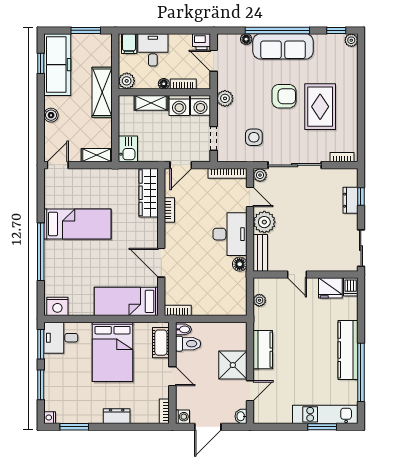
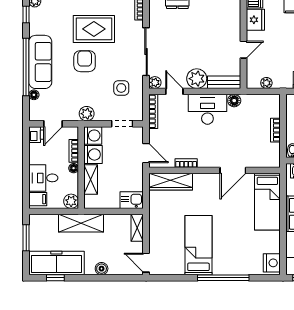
door: (250, 197) -> (174, 91), hinge flipped
bookcase: (178, 310) -> (275, 130), moved

